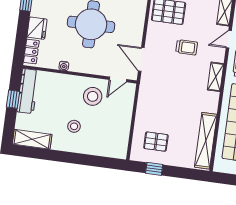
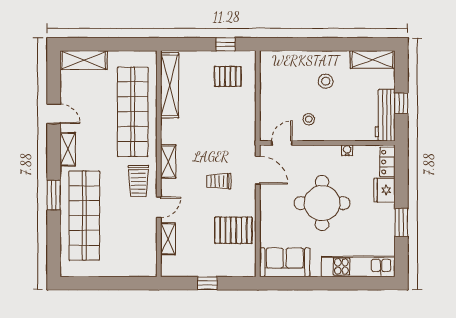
trolley: (187, 47) -> (219, 181), moved
stool: (93, 96) -> (309, 119), width x0.53, depth x0.53

